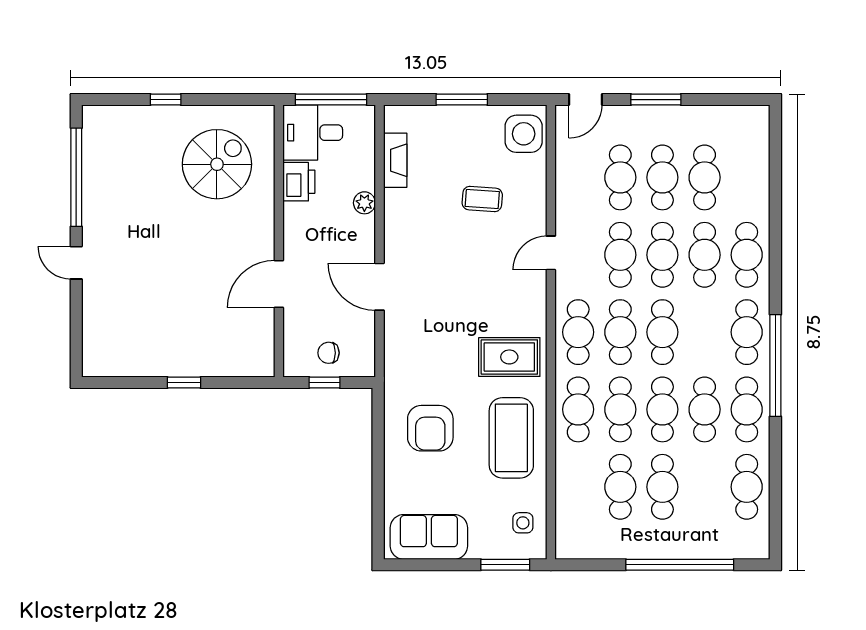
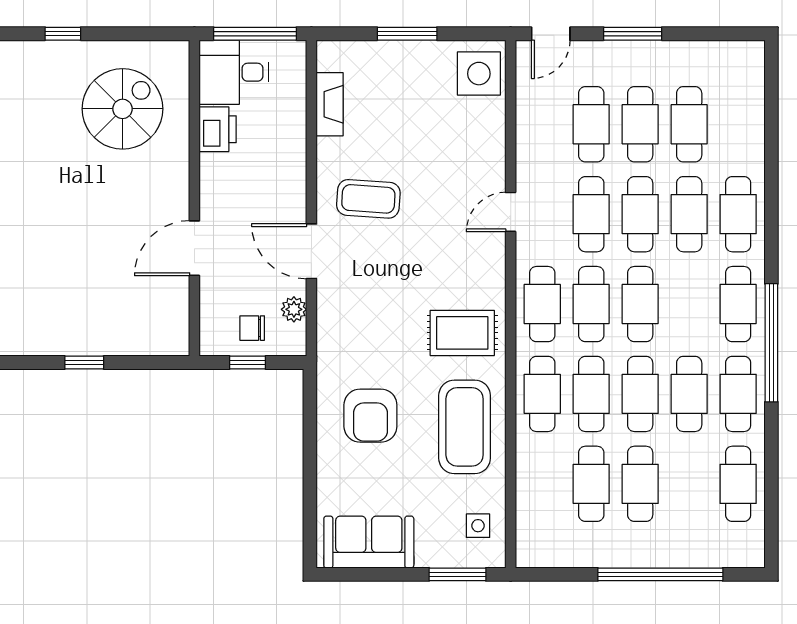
coffee table: (482, 199) -> (368, 199), moved, width x1.36, depth x1.30
plant: (364, 203) -> (294, 309), moved

